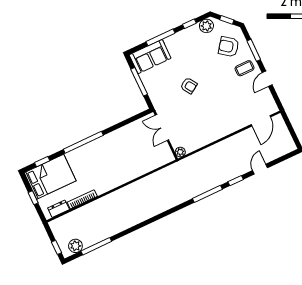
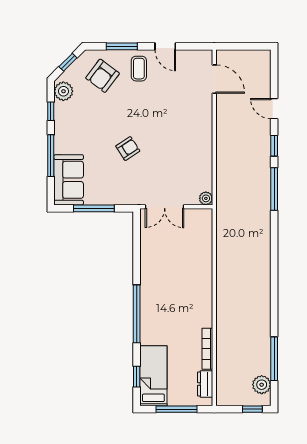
bed: (50, 177) -> (153, 376), width x0.67
window: (33, 198) -> (177, 409), width x2.17

